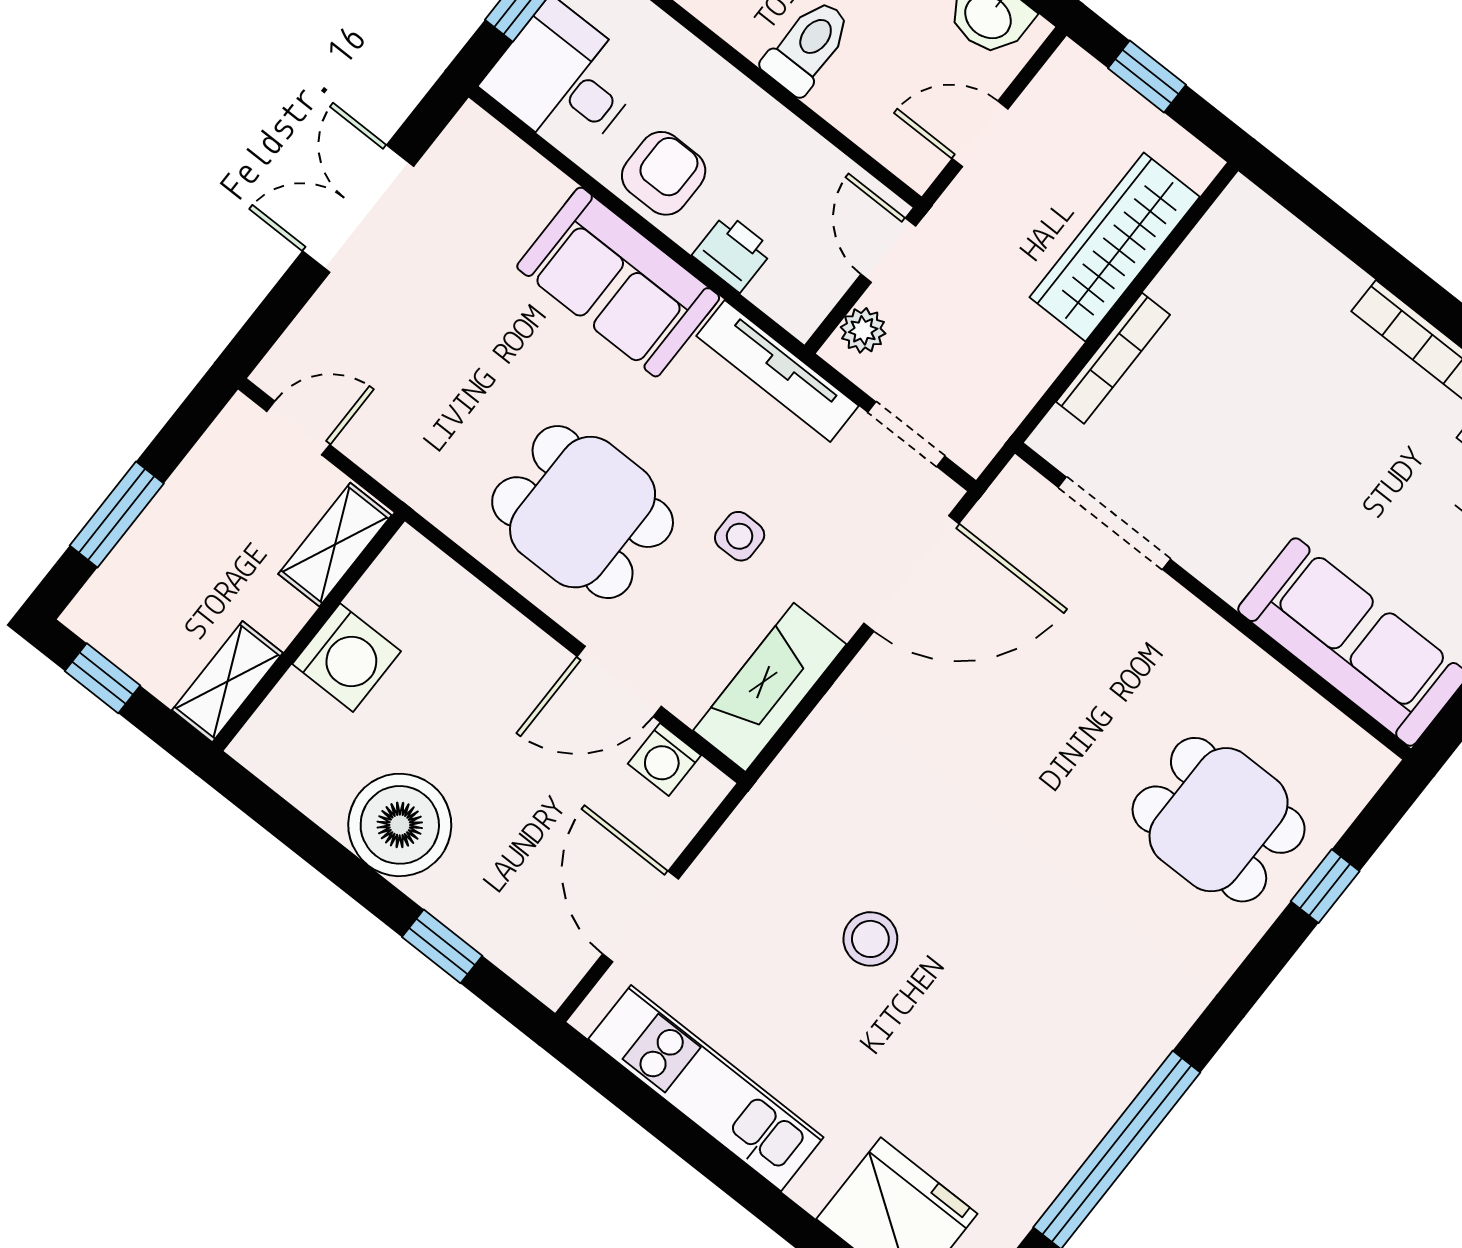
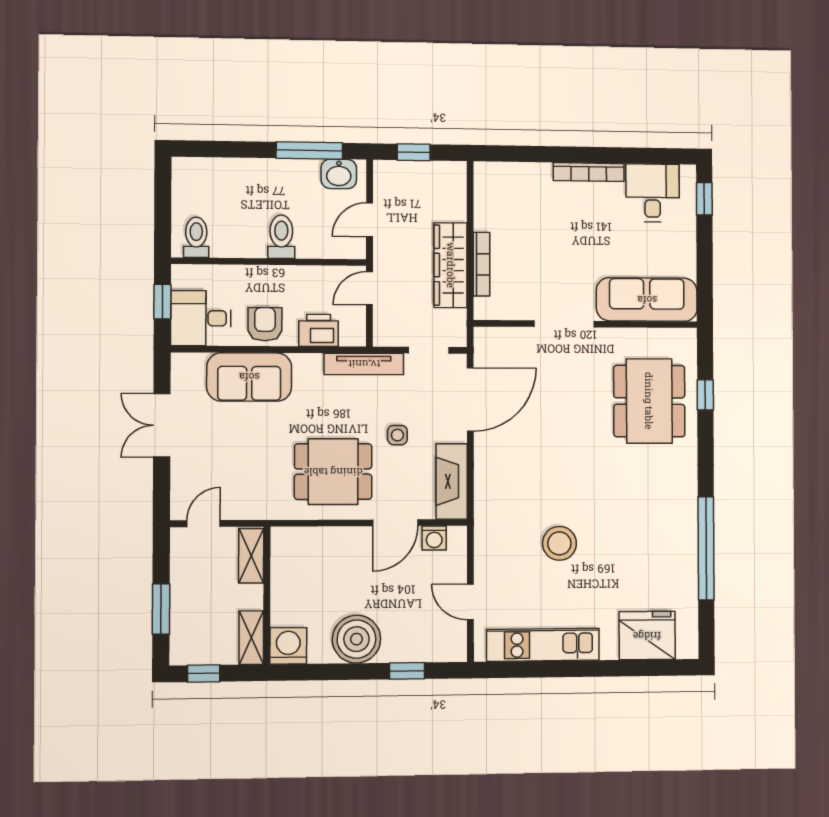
wardrobe: (1115, 247) -> (451, 265), moved
door: (888, 250) -> (369, 288), hinge flipped
printer: (733, 252) -> (319, 330), width x1.36, depth x1.24
sofa: (618, 282) -> (249, 377), moved
plant: (863, 330) -> (383, 325), removed
doorway: (1114, 523) -> (564, 324), moved
washing machine: (347, 658) -> (288, 646), moved, turned -90
dining table: (1219, 820) -> (649, 401), width x1.38
door: (640, 917) -> (470, 602), width x0.73
stool: (870, 939) -> (559, 543), width x1.38, depth x1.38

